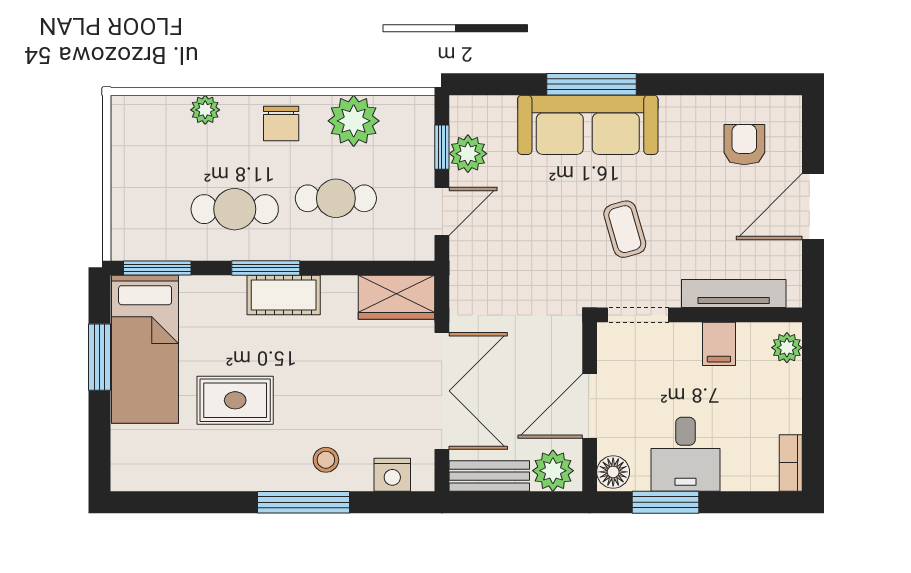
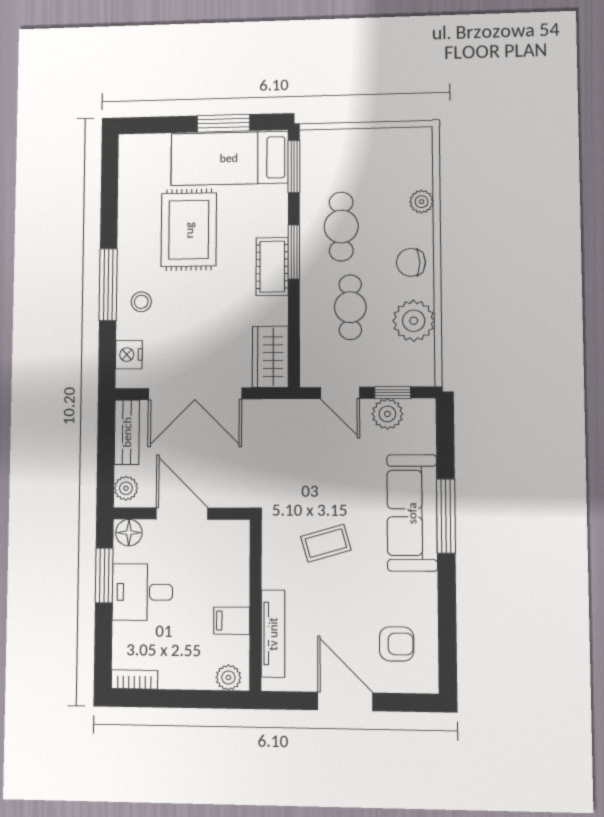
doorway: (638, 315) -> (256, 554), removed
rug: (235, 400) -> (189, 230), width x1.36, depth x1.43
plant: (553, 471) -> (126, 488), width x0.73, depth x0.73

